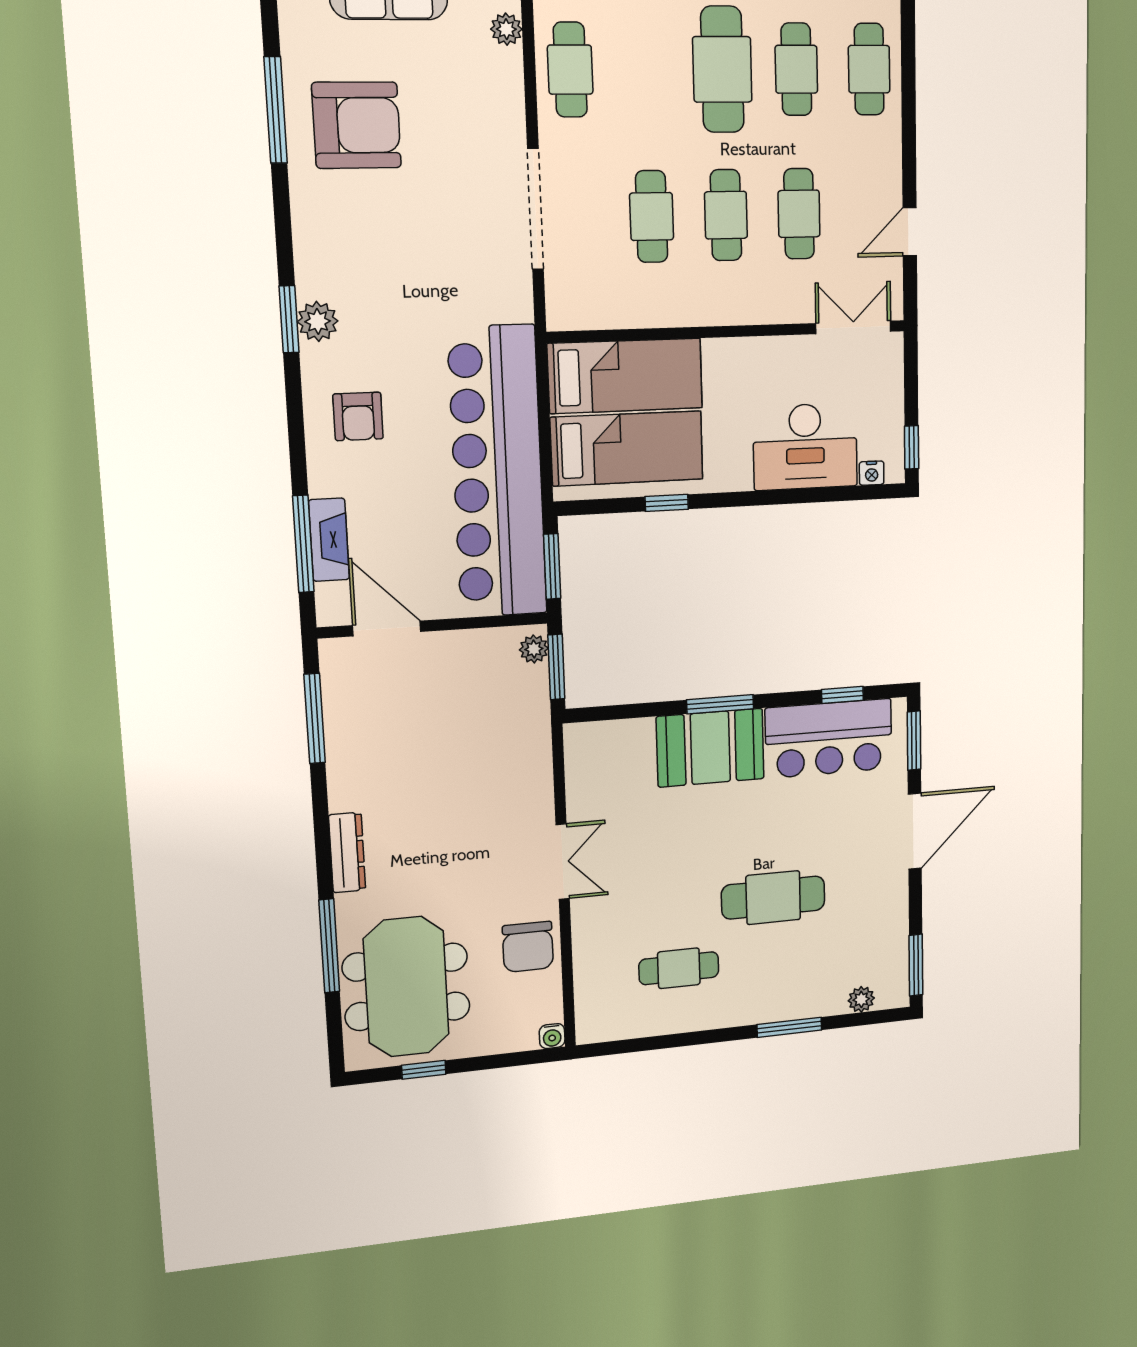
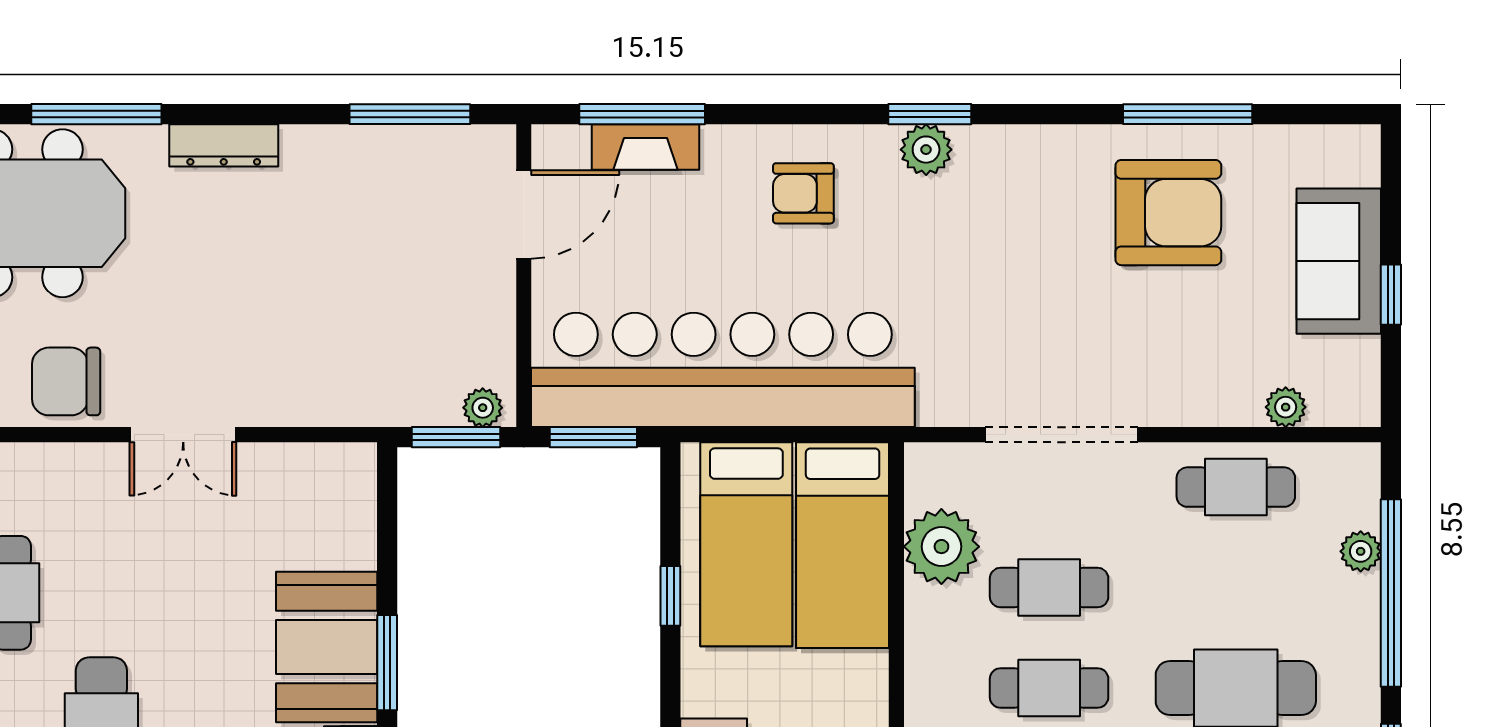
armchair: (357, 125) -> (1168, 213), turned -90
plant: (624, 300) -> (941, 547), added

